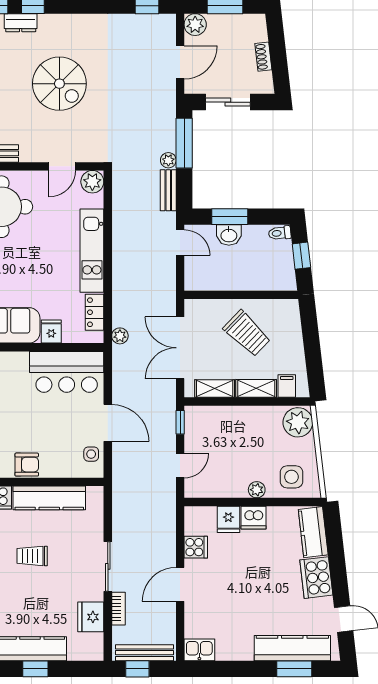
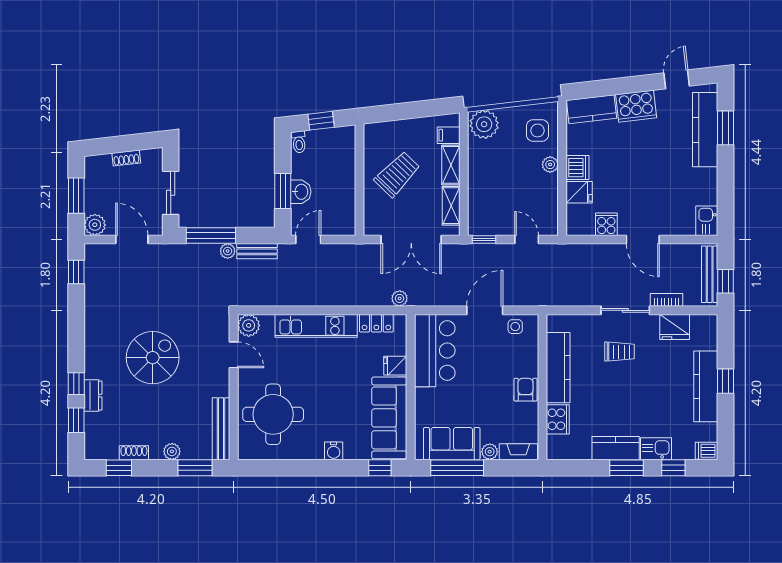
trolley: (32, 556) -> (619, 352), moved, turned -90

